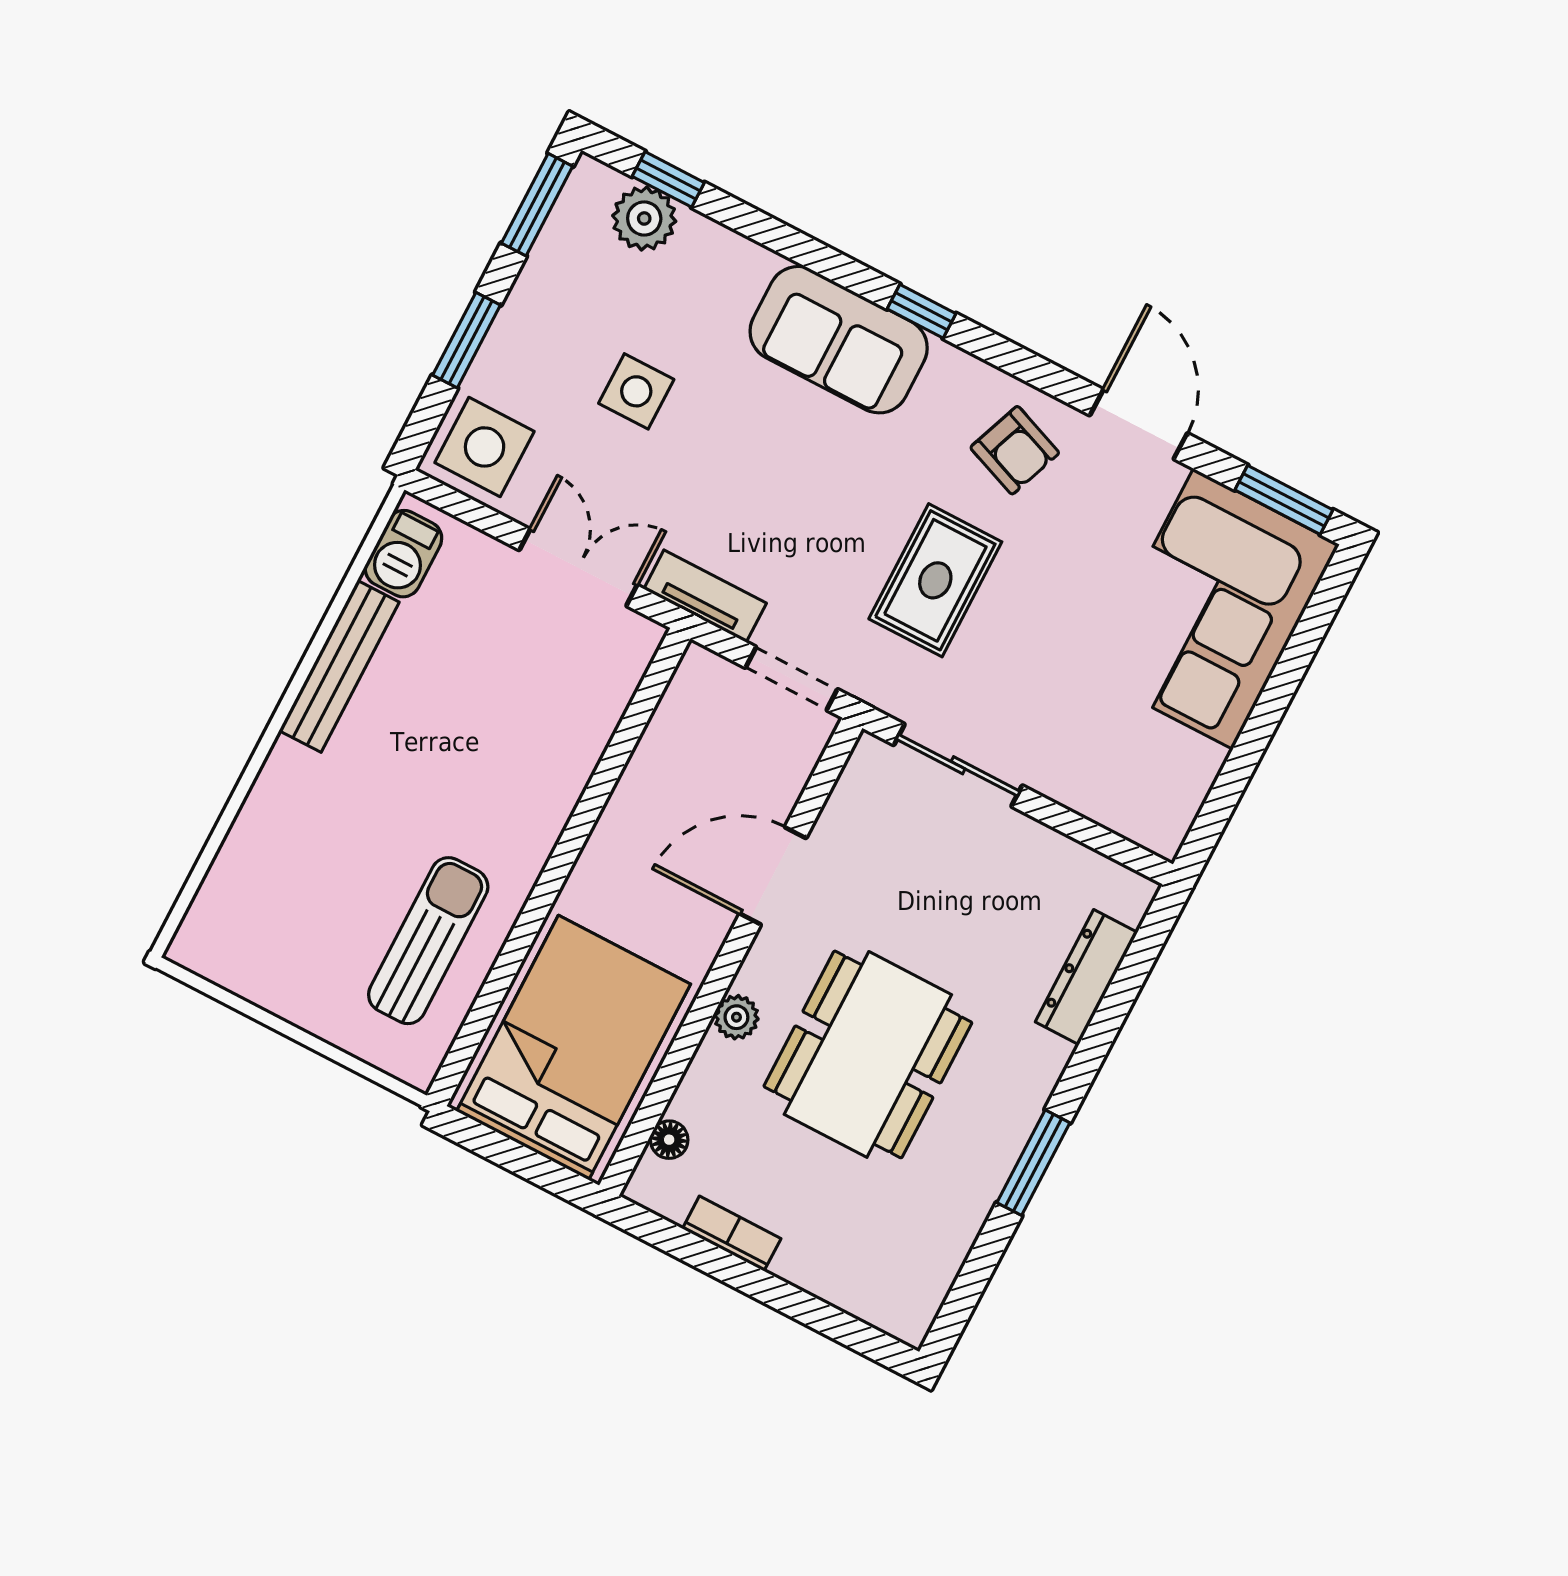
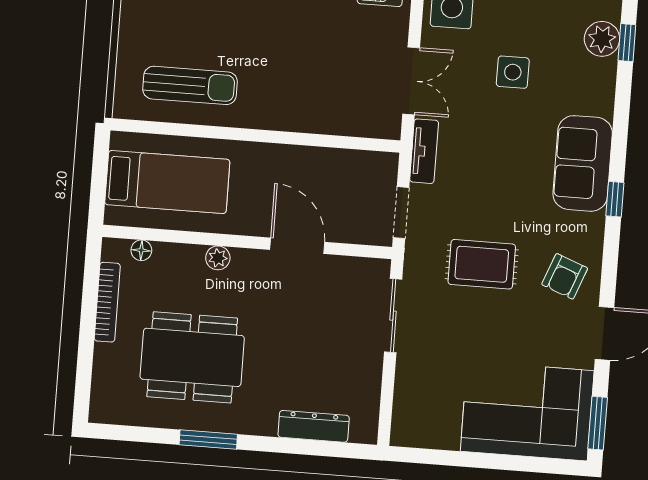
bed: (574, 1048) -> (167, 182), width x0.67
dining table: (868, 1054) -> (192, 357), moved
bookcase: (732, 1234) -> (107, 302), width x1.56

